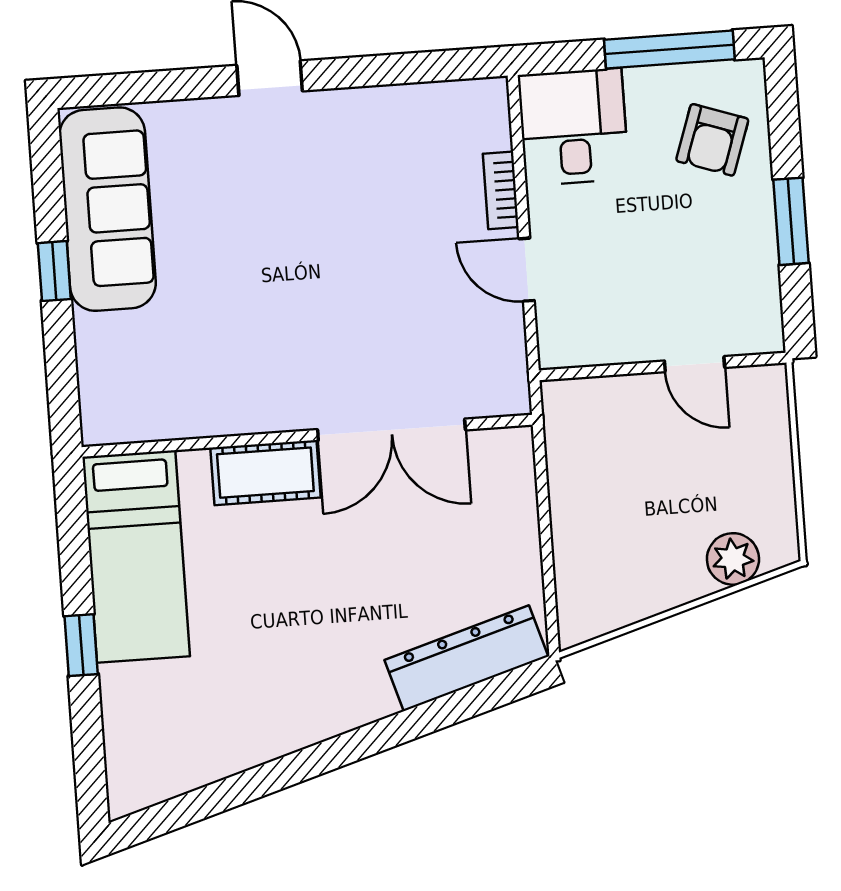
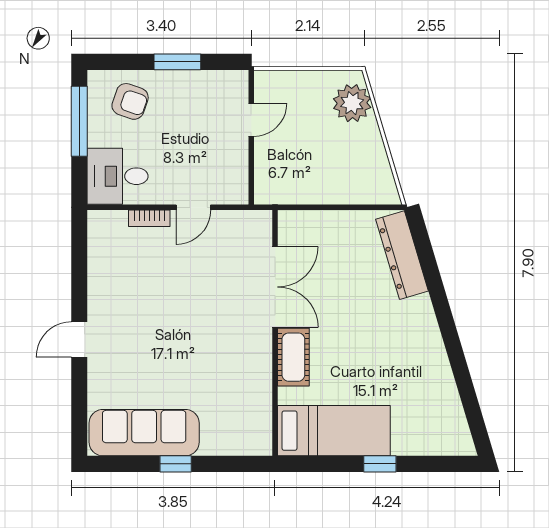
plant: (733, 559) -> (352, 103), width x1.36, depth x1.36

